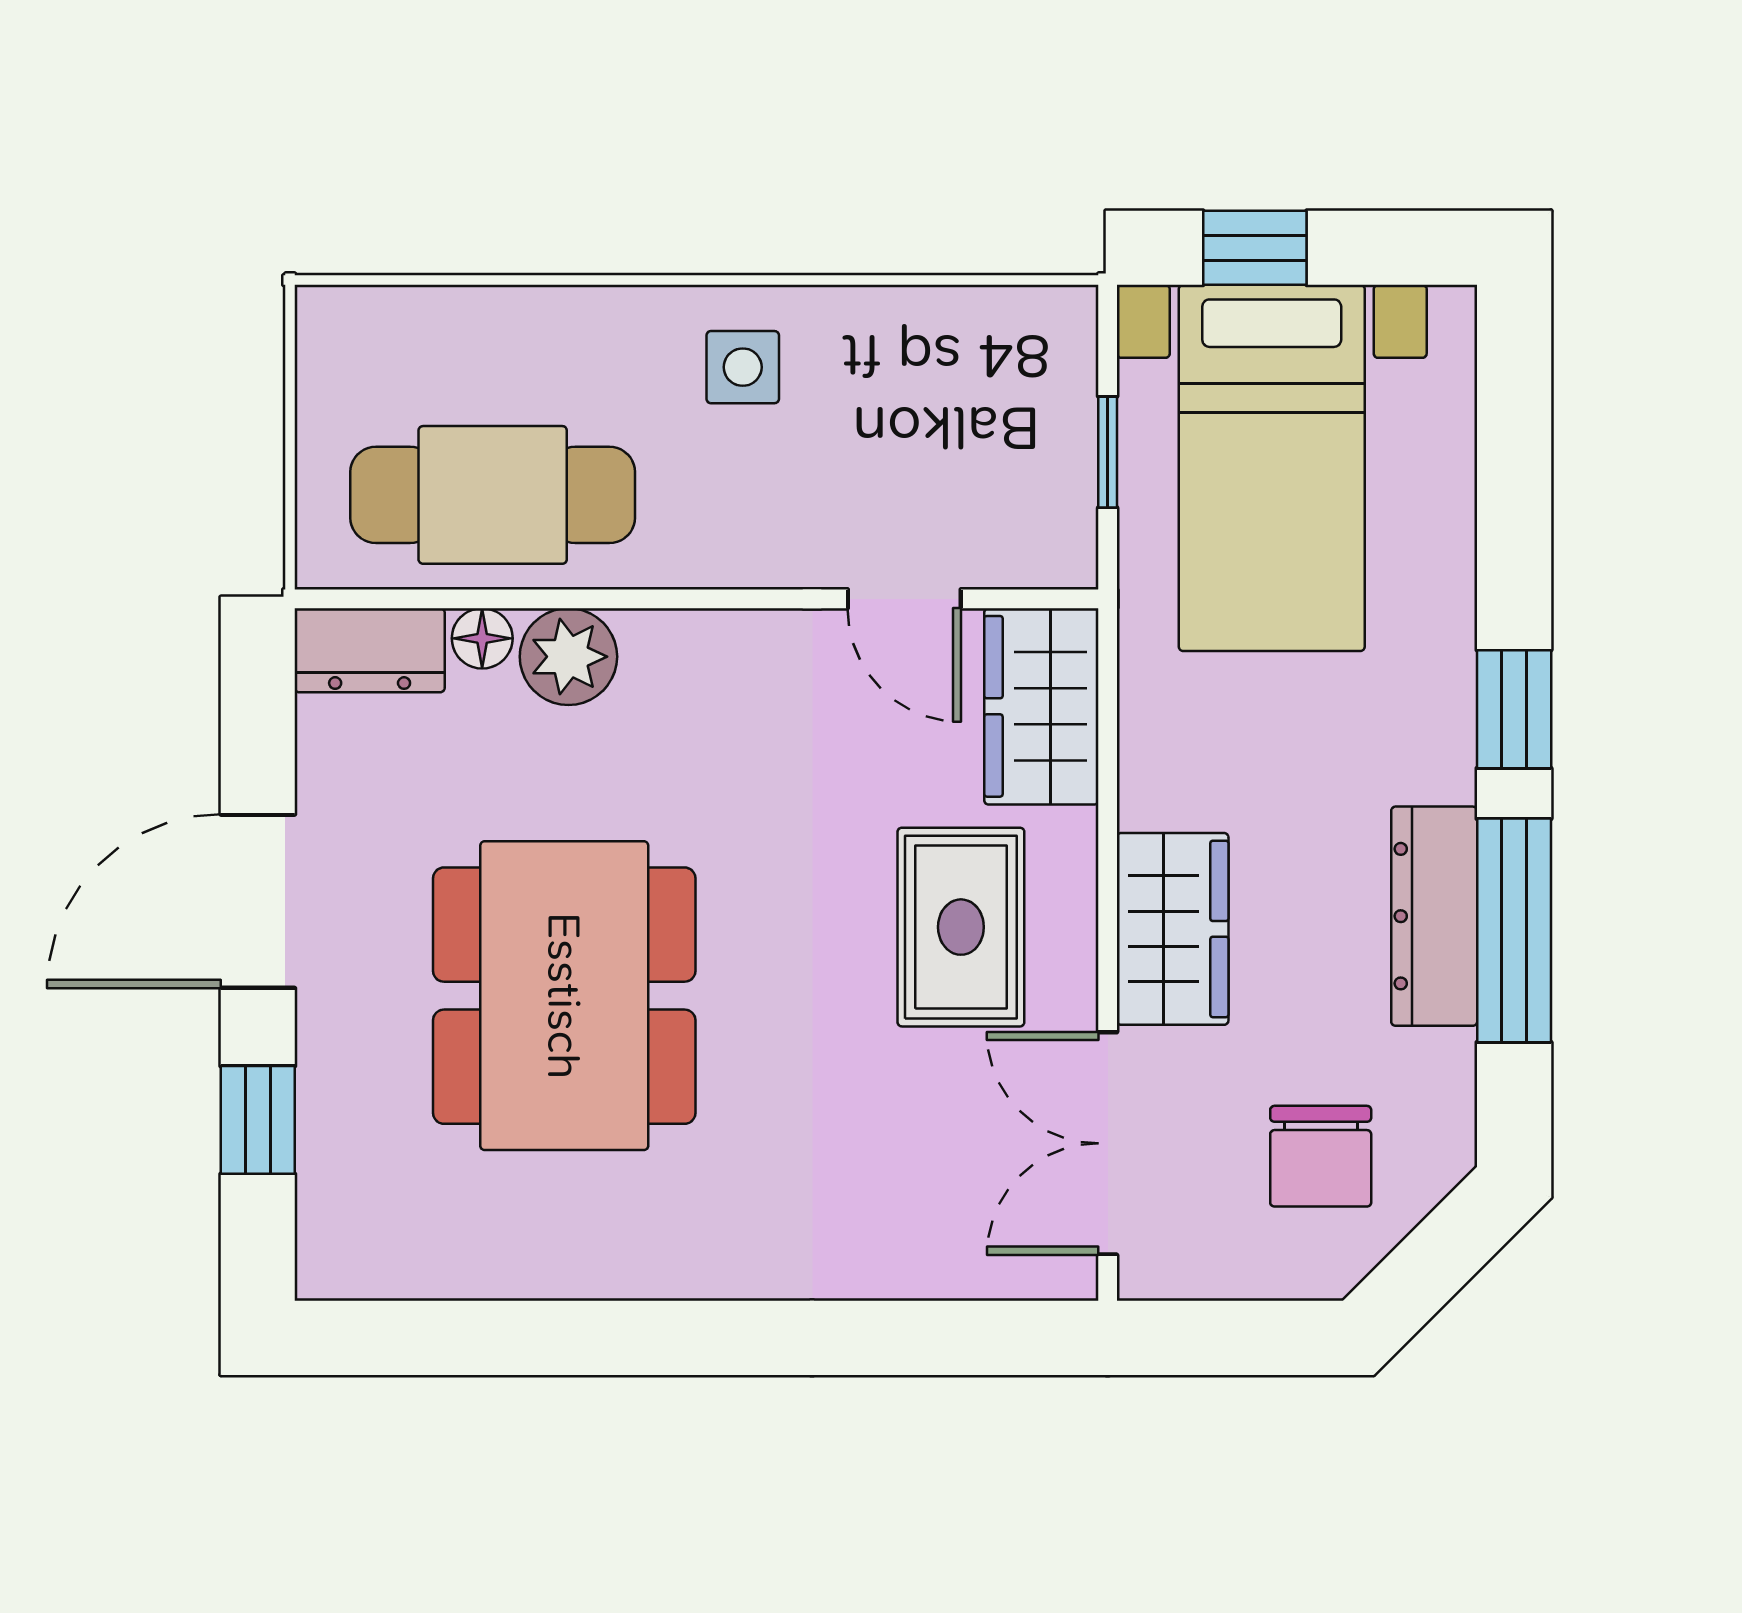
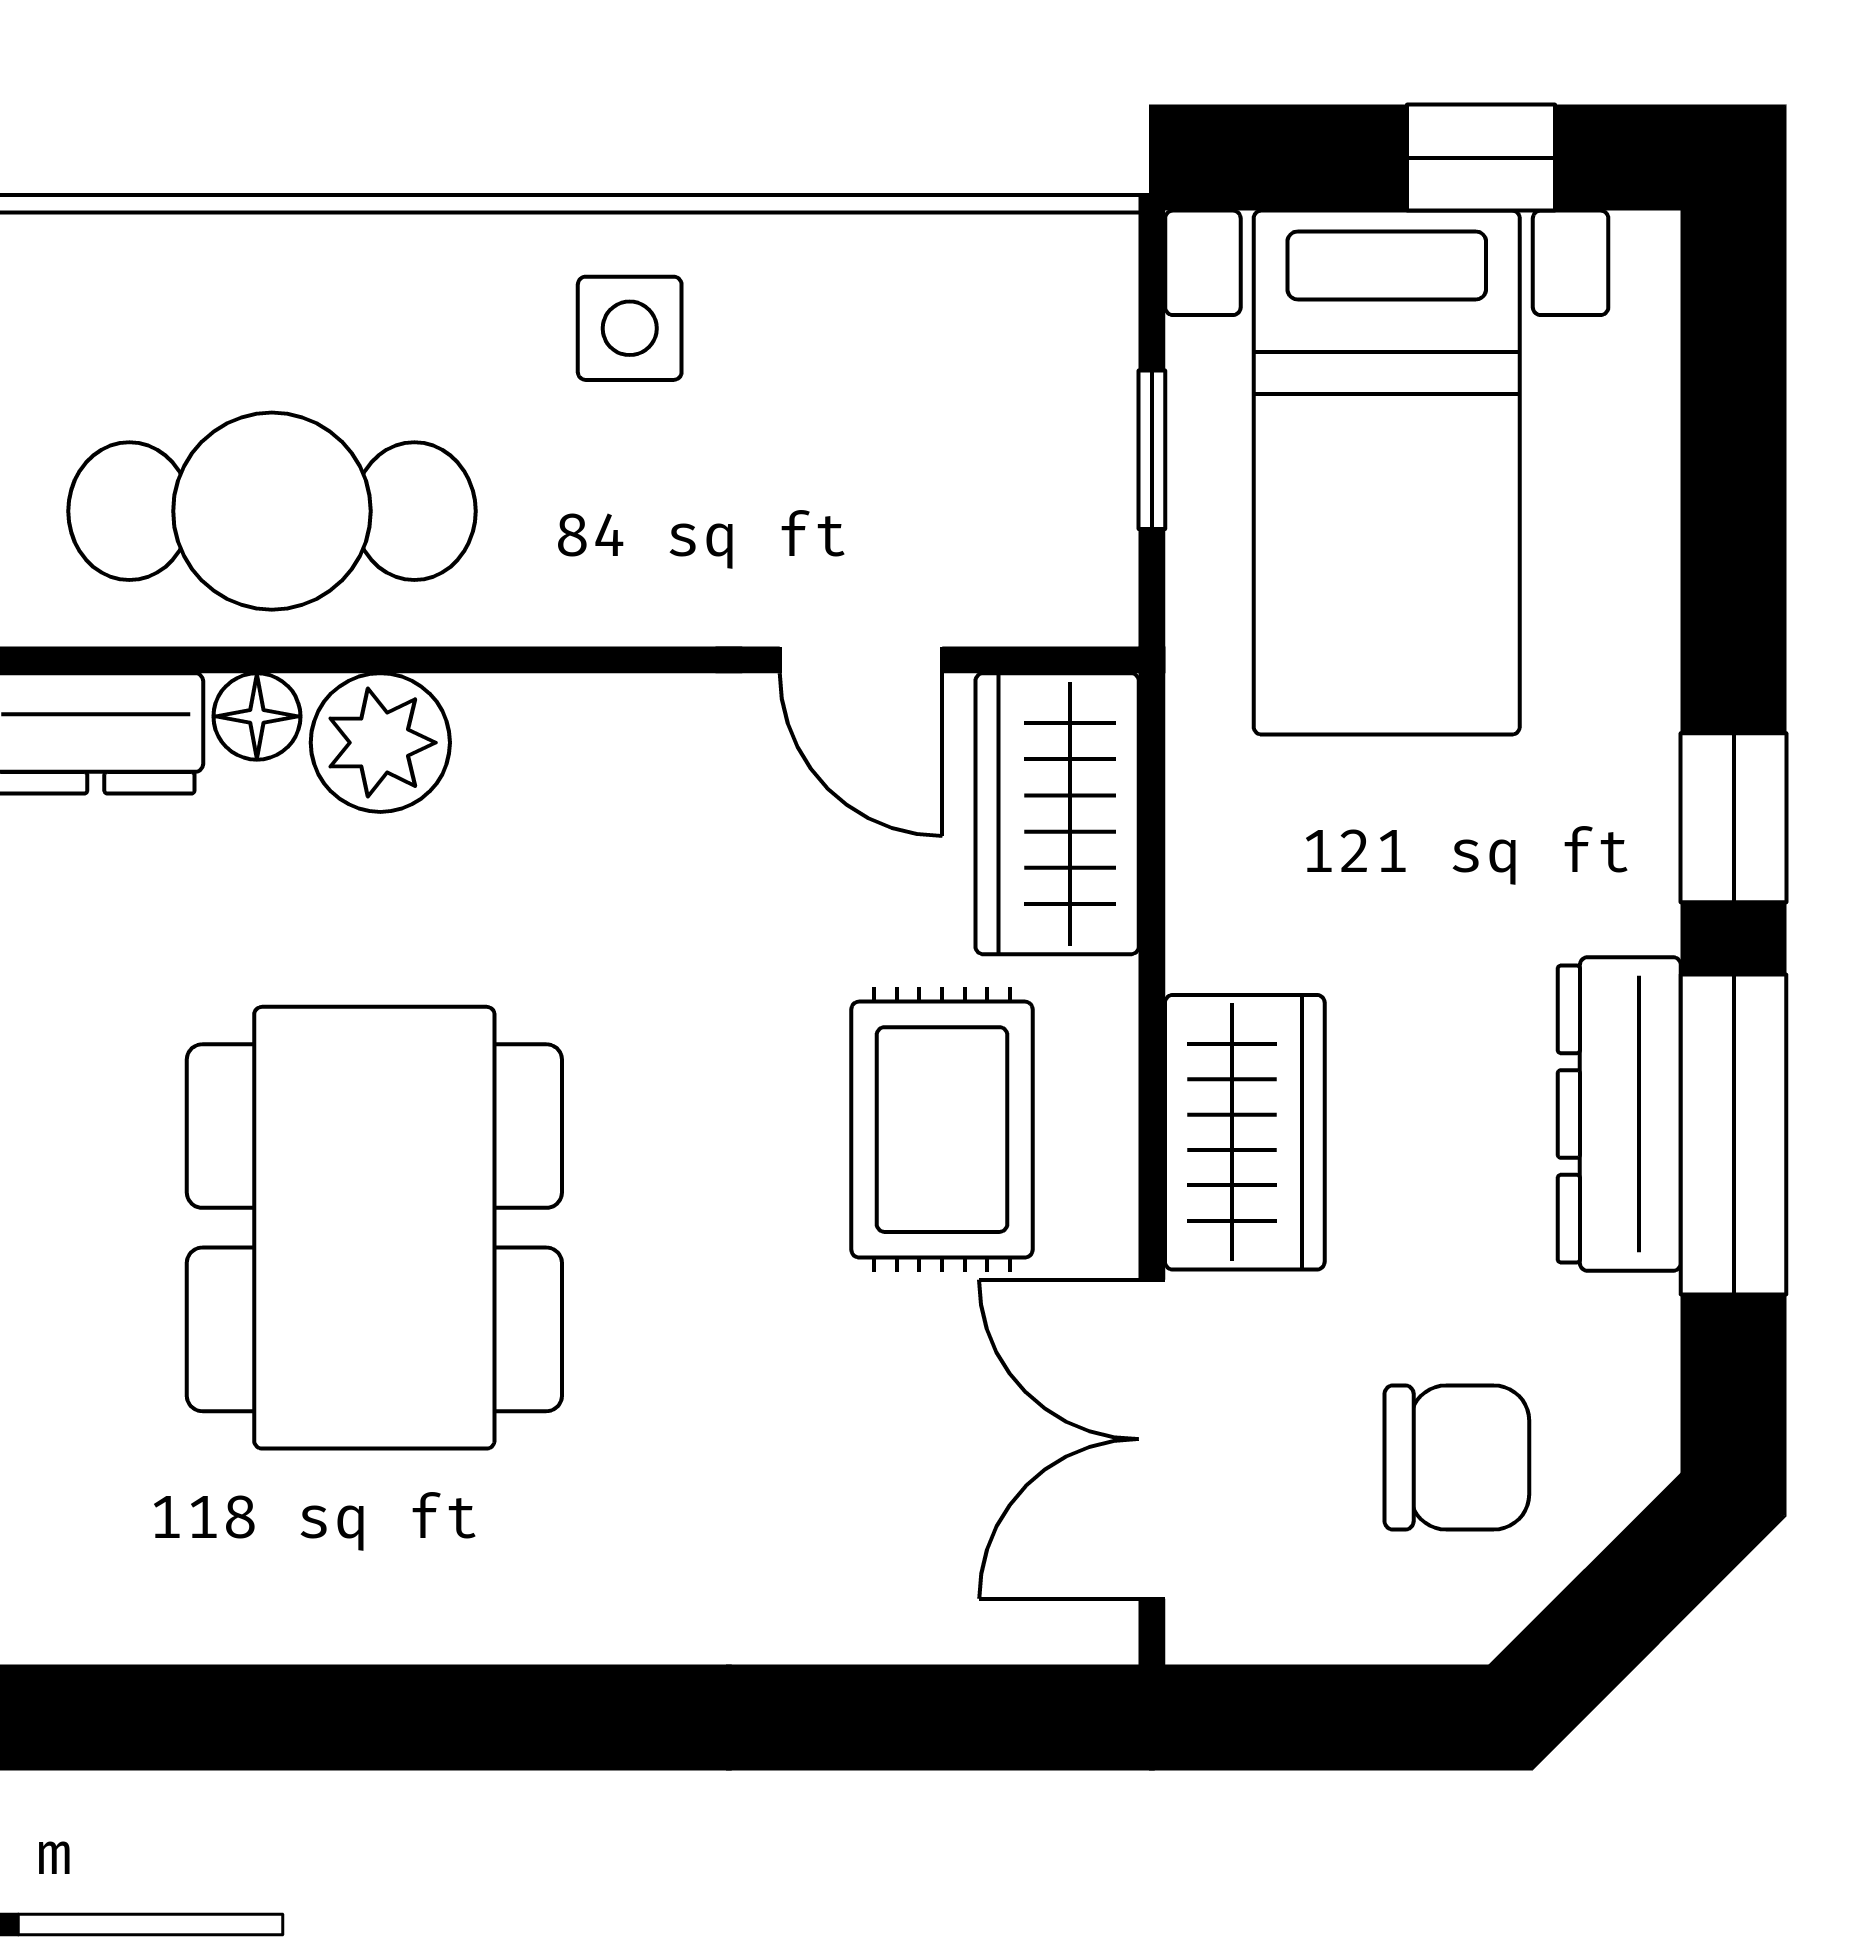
window: (1255, 248) -> (1481, 158), moved
chair: (1321, 1156) -> (1457, 1457), turned -90

